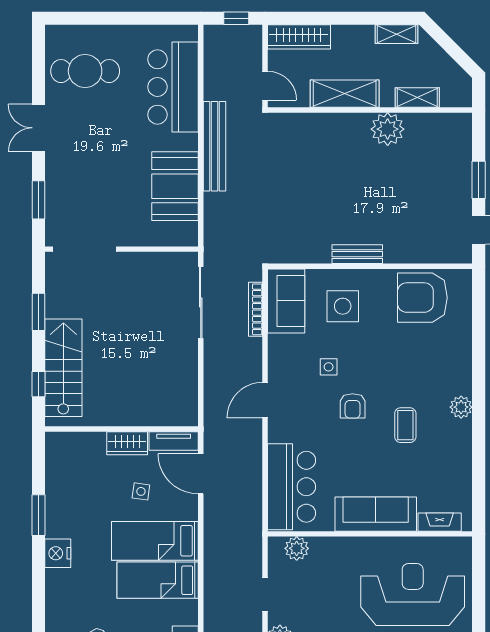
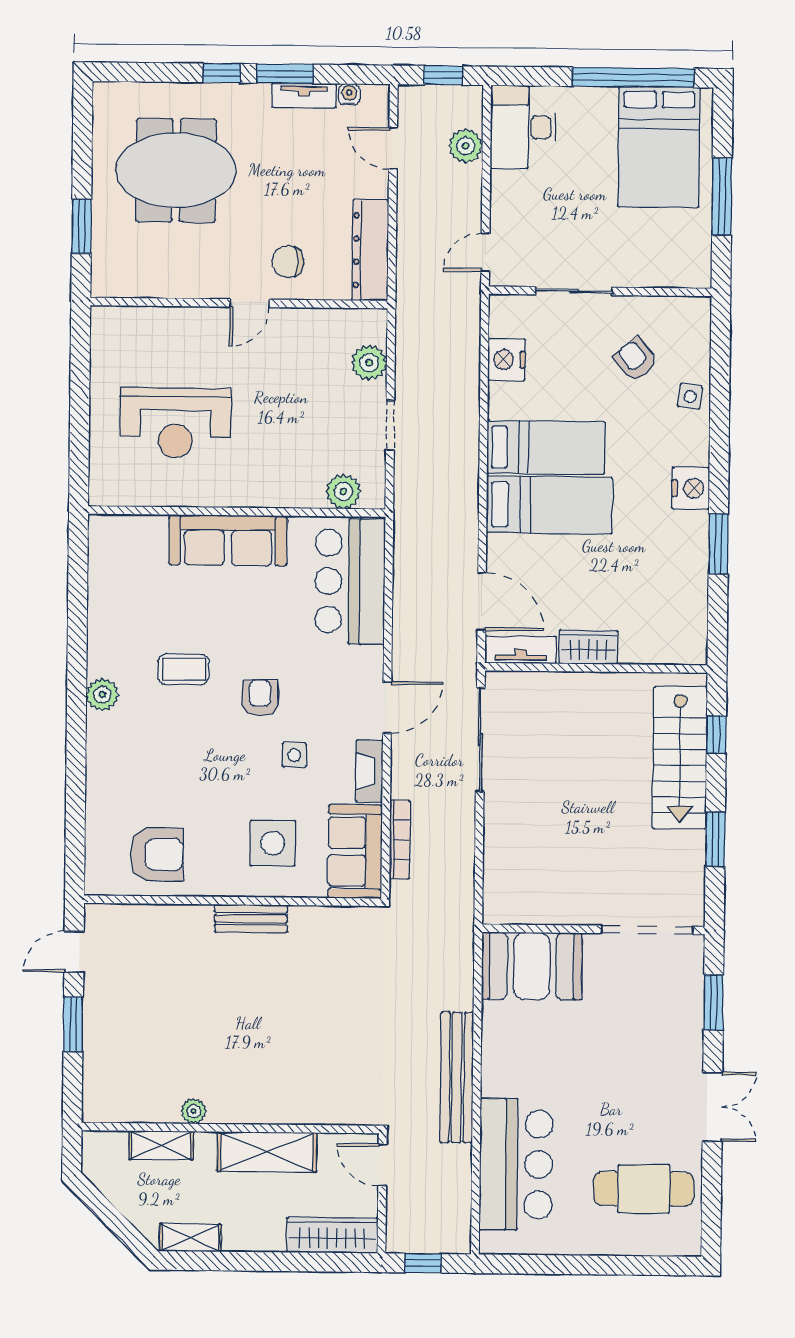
plant: (388, 129) -> (194, 1111), width x0.53, depth x0.53
booth: (175, 186) -> (532, 966), moved, turned 90
armchair: (422, 298) -> (157, 854), width x0.73, depth x0.73
sliding door: (201, 303) -> (480, 740), moved
coffee table: (405, 425) -> (184, 669), turned 90
side table: (141, 491) -> (690, 397), moved
fireplace: (440, 522) -> (369, 771), moved, turned 90
reception desk: (413, 595) -> (175, 423), width x0.74, depth x0.77

